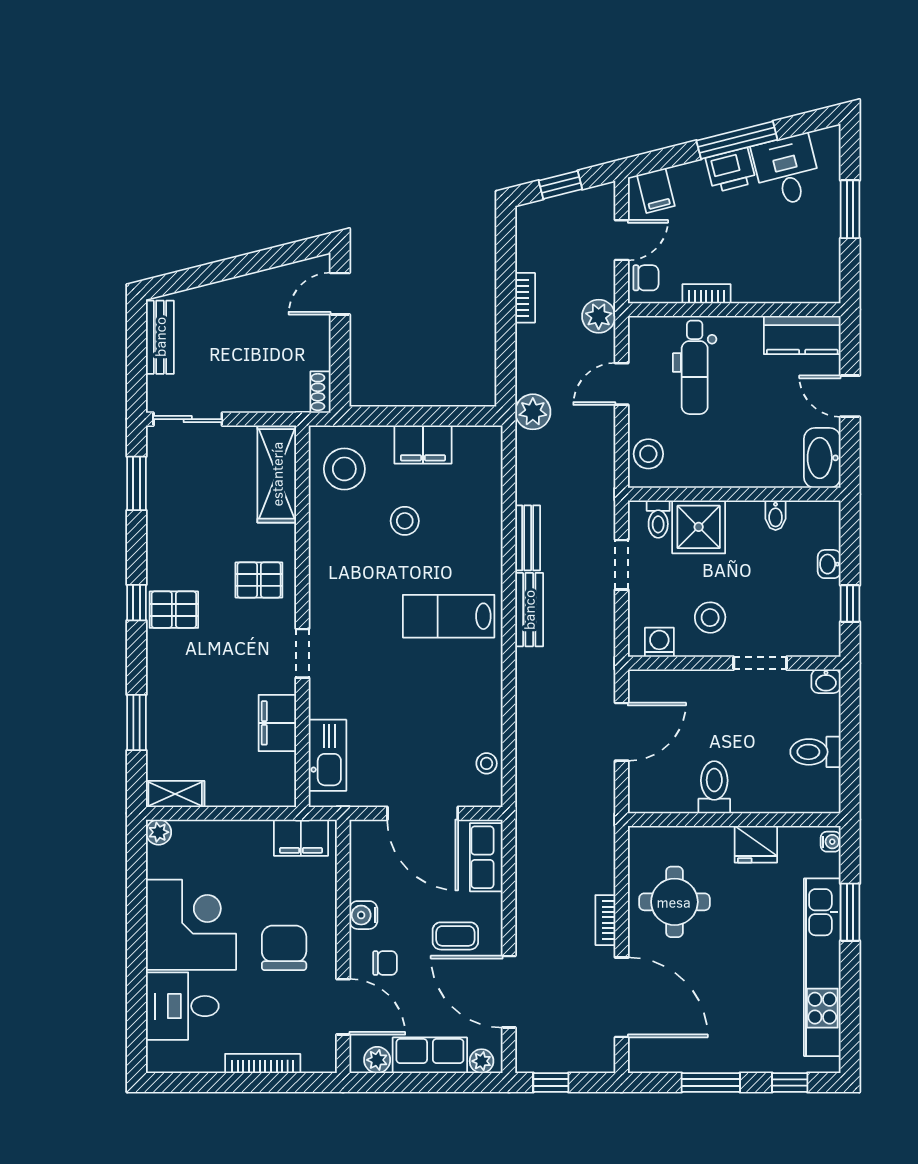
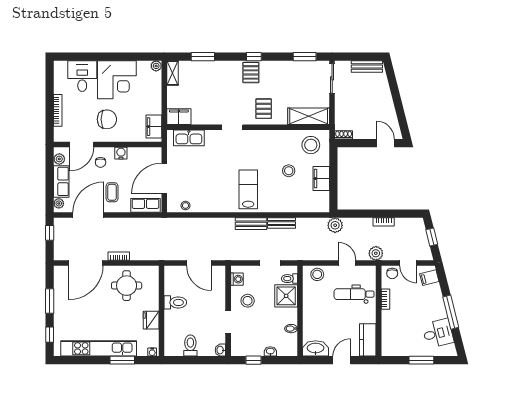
printer: (731, 170) -> (438, 309), removed
filing cabinet: (277, 723) -> (179, 117), moved

